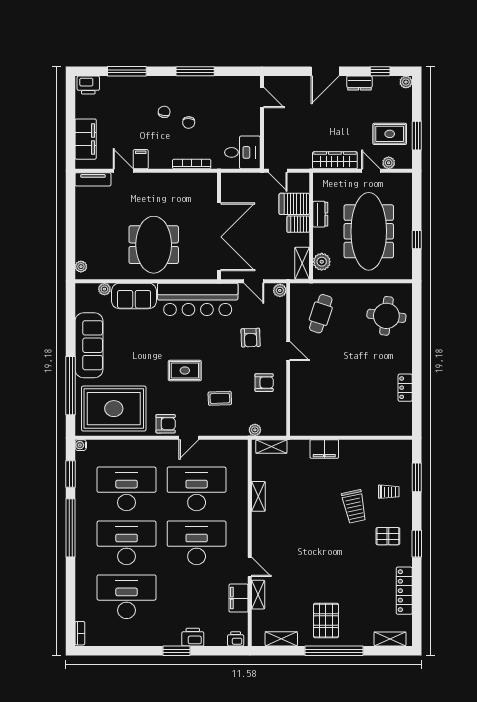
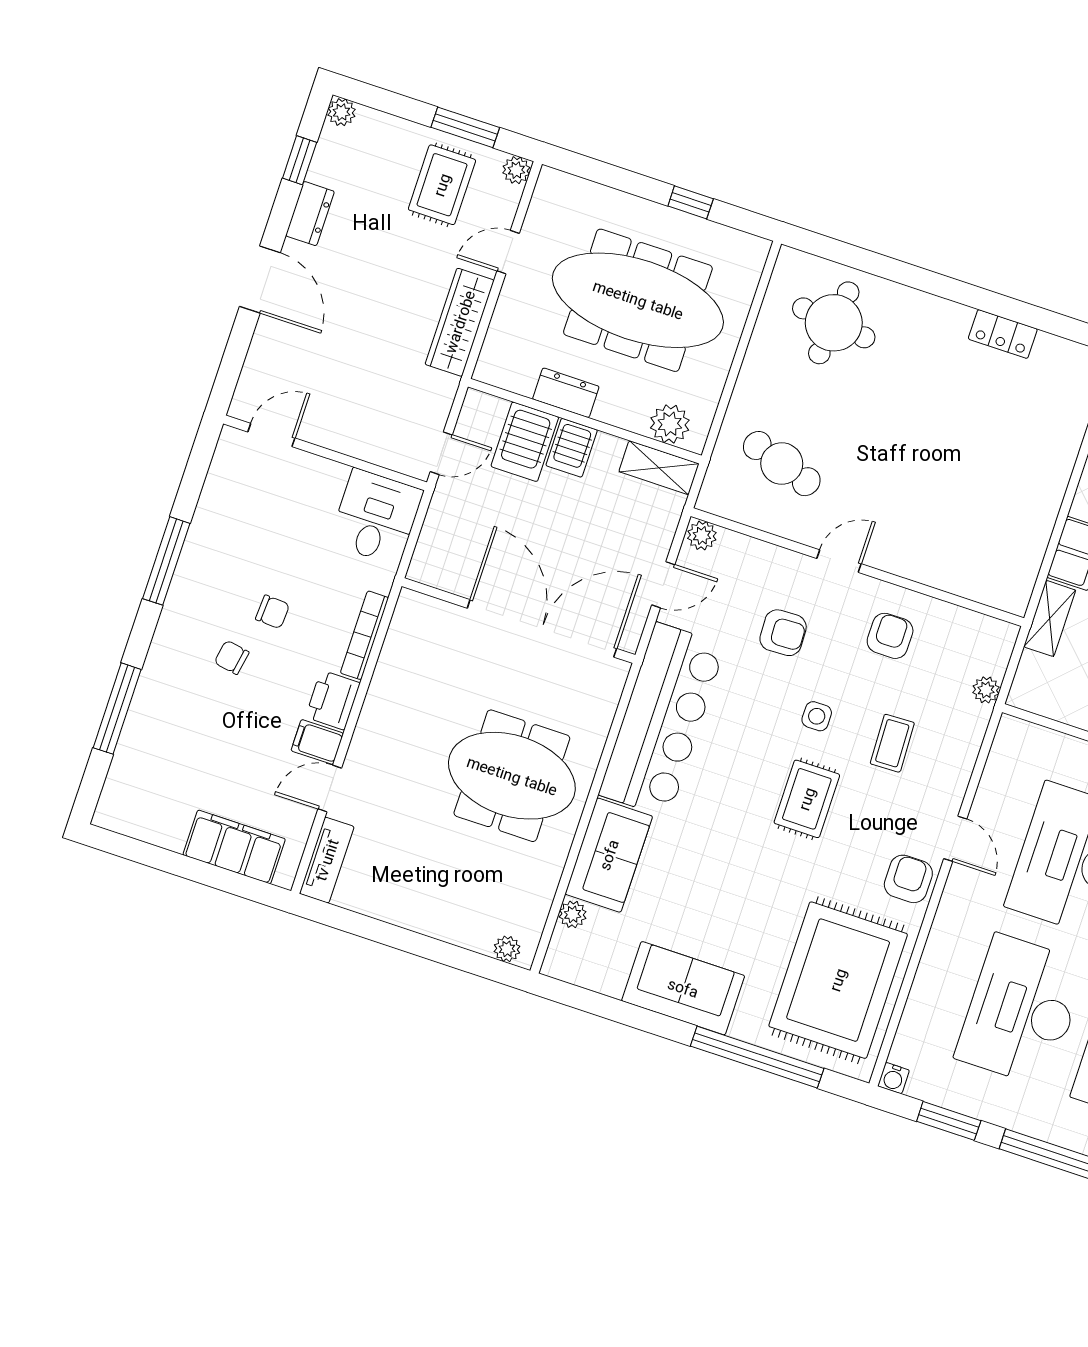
printer: (88, 85) -> (333, 700), moved, turned 180
plant: (389, 163) -> (516, 170), moved
sofa: (89, 345) -> (683, 988), width x0.73
side table: (221, 363) -> (817, 716), added
shelving: (271, 446) -> (1050, 618), moved

